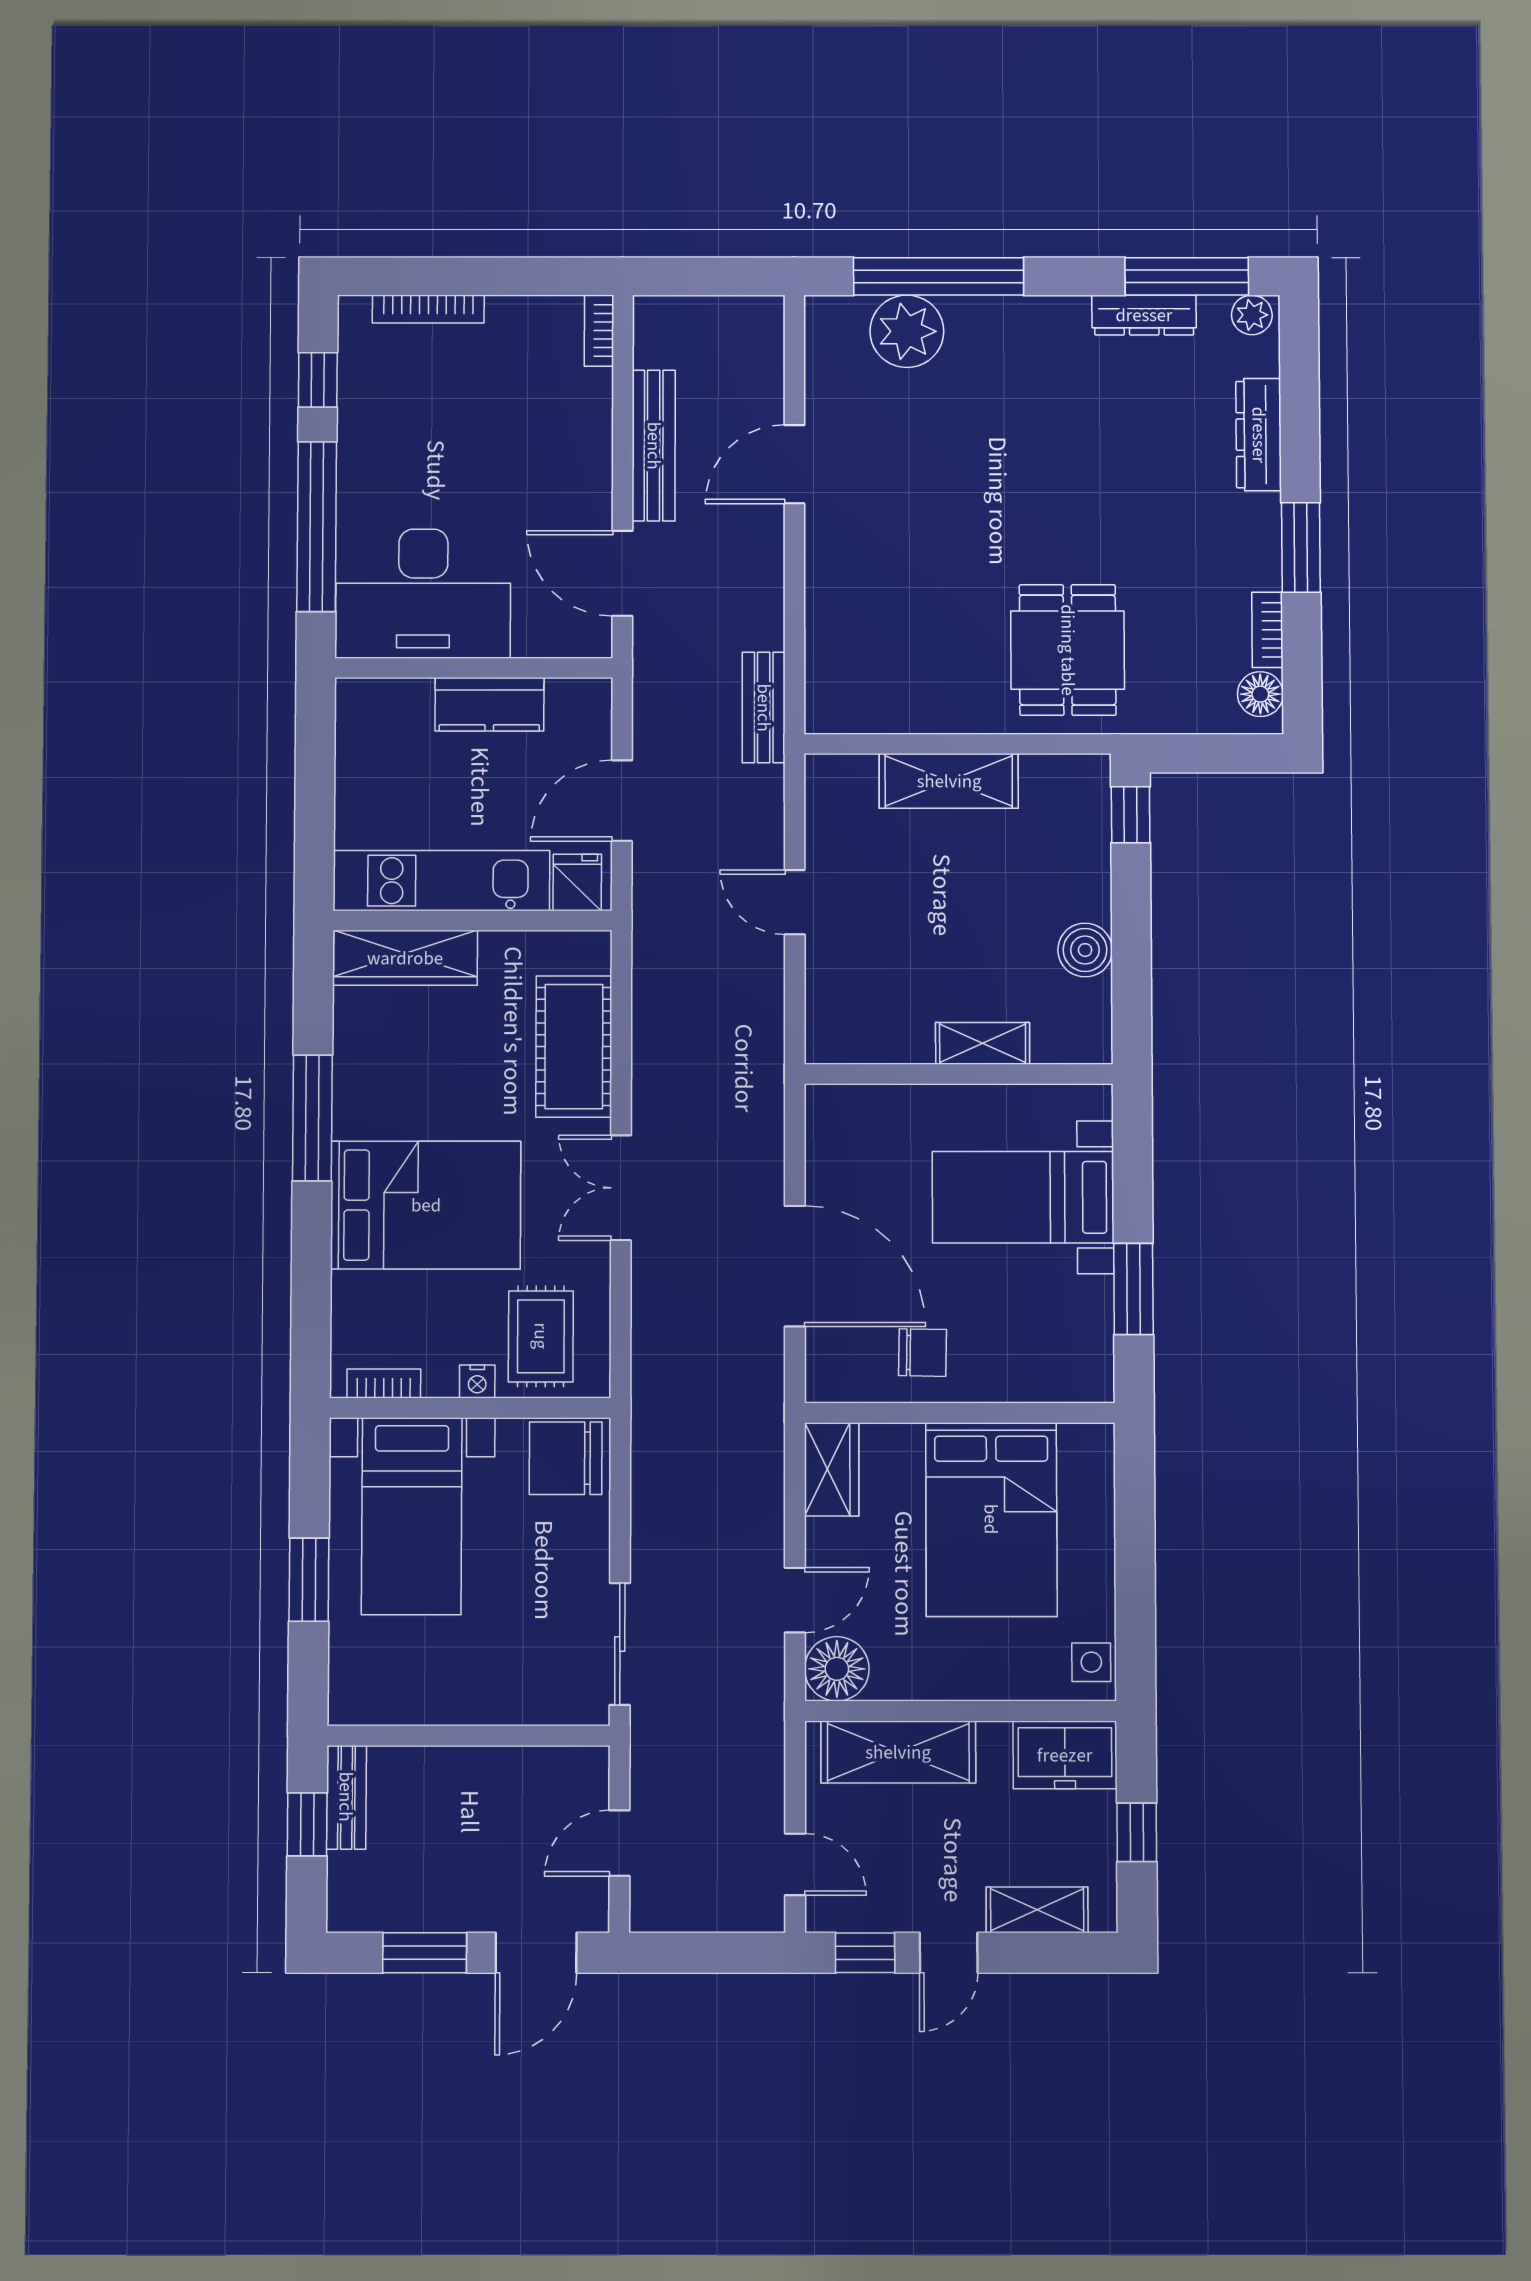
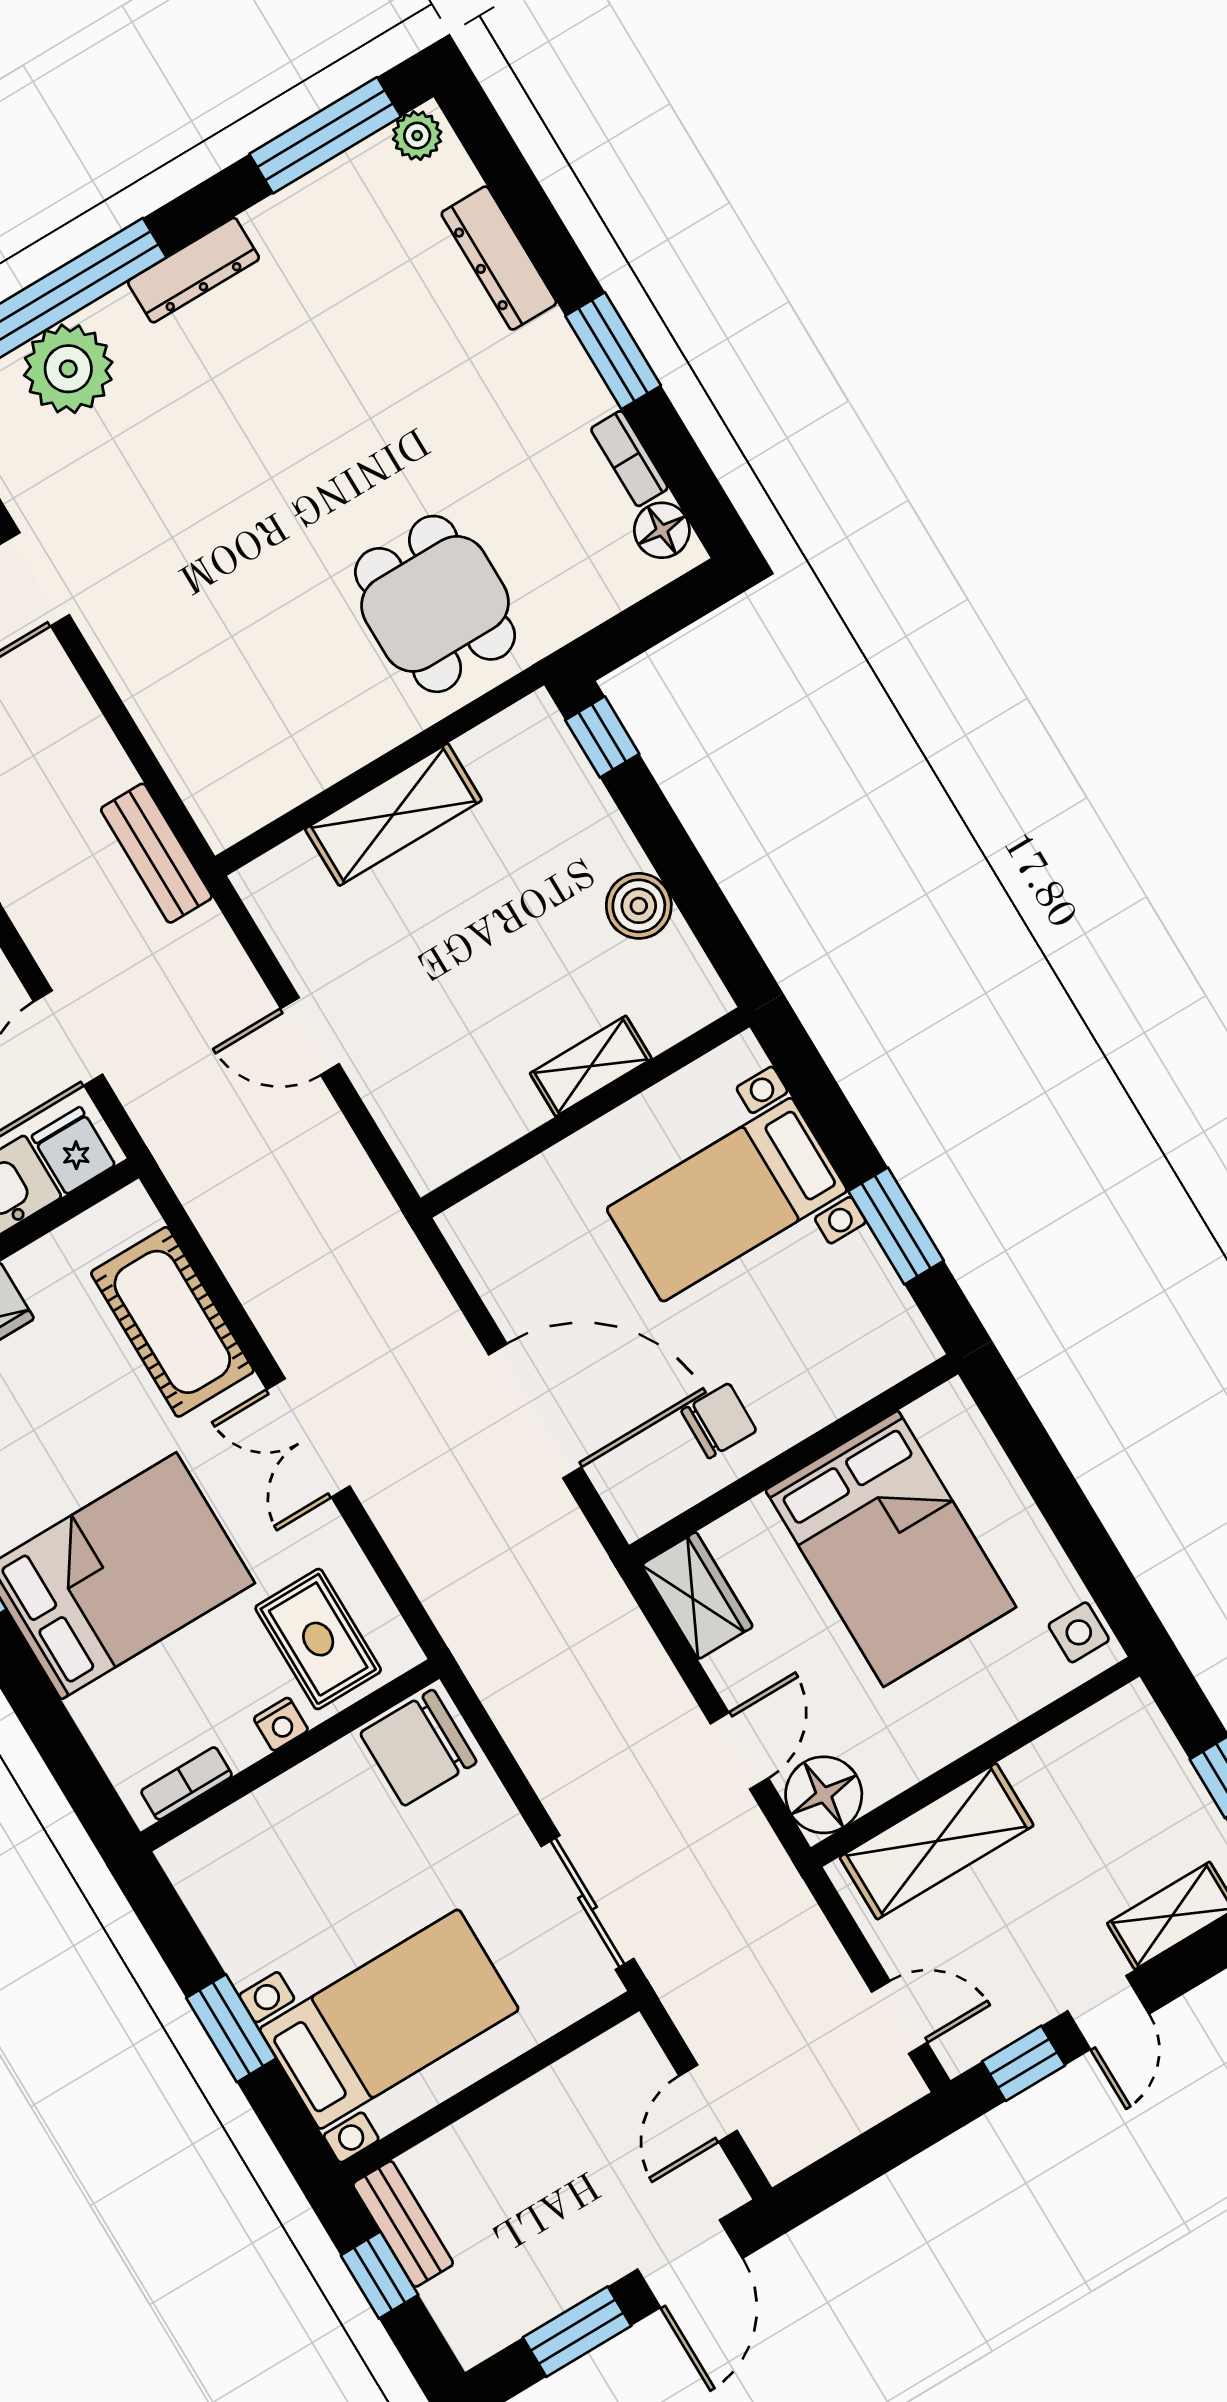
dresser: (1144, 315) -> (194, 270), moved
bed with nightstands: (412, 1516) -> (389, 2019), moved, turned -90
freezer: (1065, 1755) -> (1108, 1742), removed

